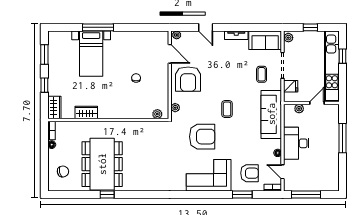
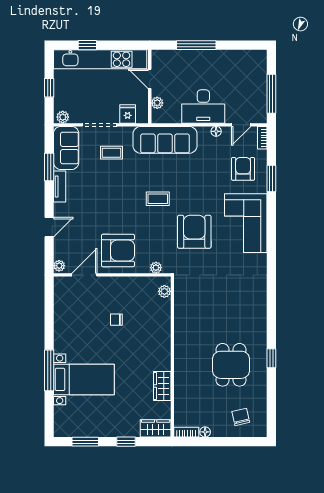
window: (251, 27) -> (49, 167), added
dining table: (102, 164) -> (231, 365), width x0.53, depth x0.80

